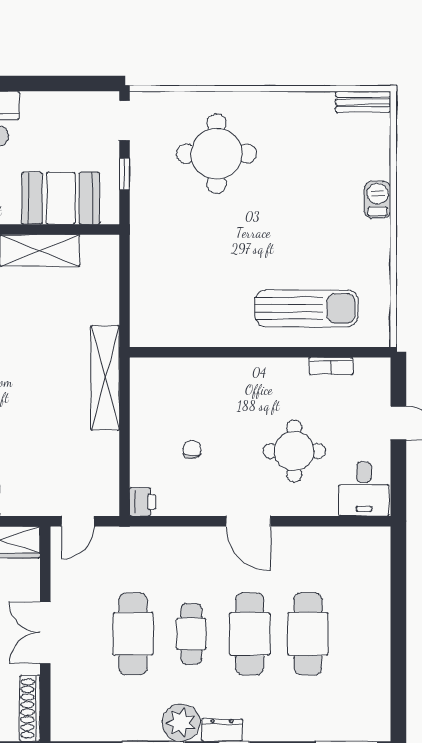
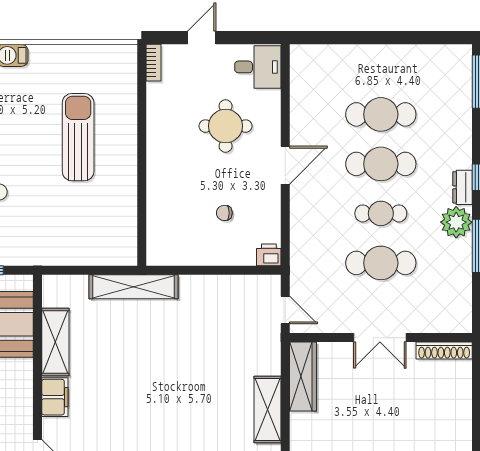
sun lounger: (307, 308) -> (78, 137), moved
bookcase: (331, 366) -> (154, 63), moved
shelving: (105, 378) -> (134, 287), moved

